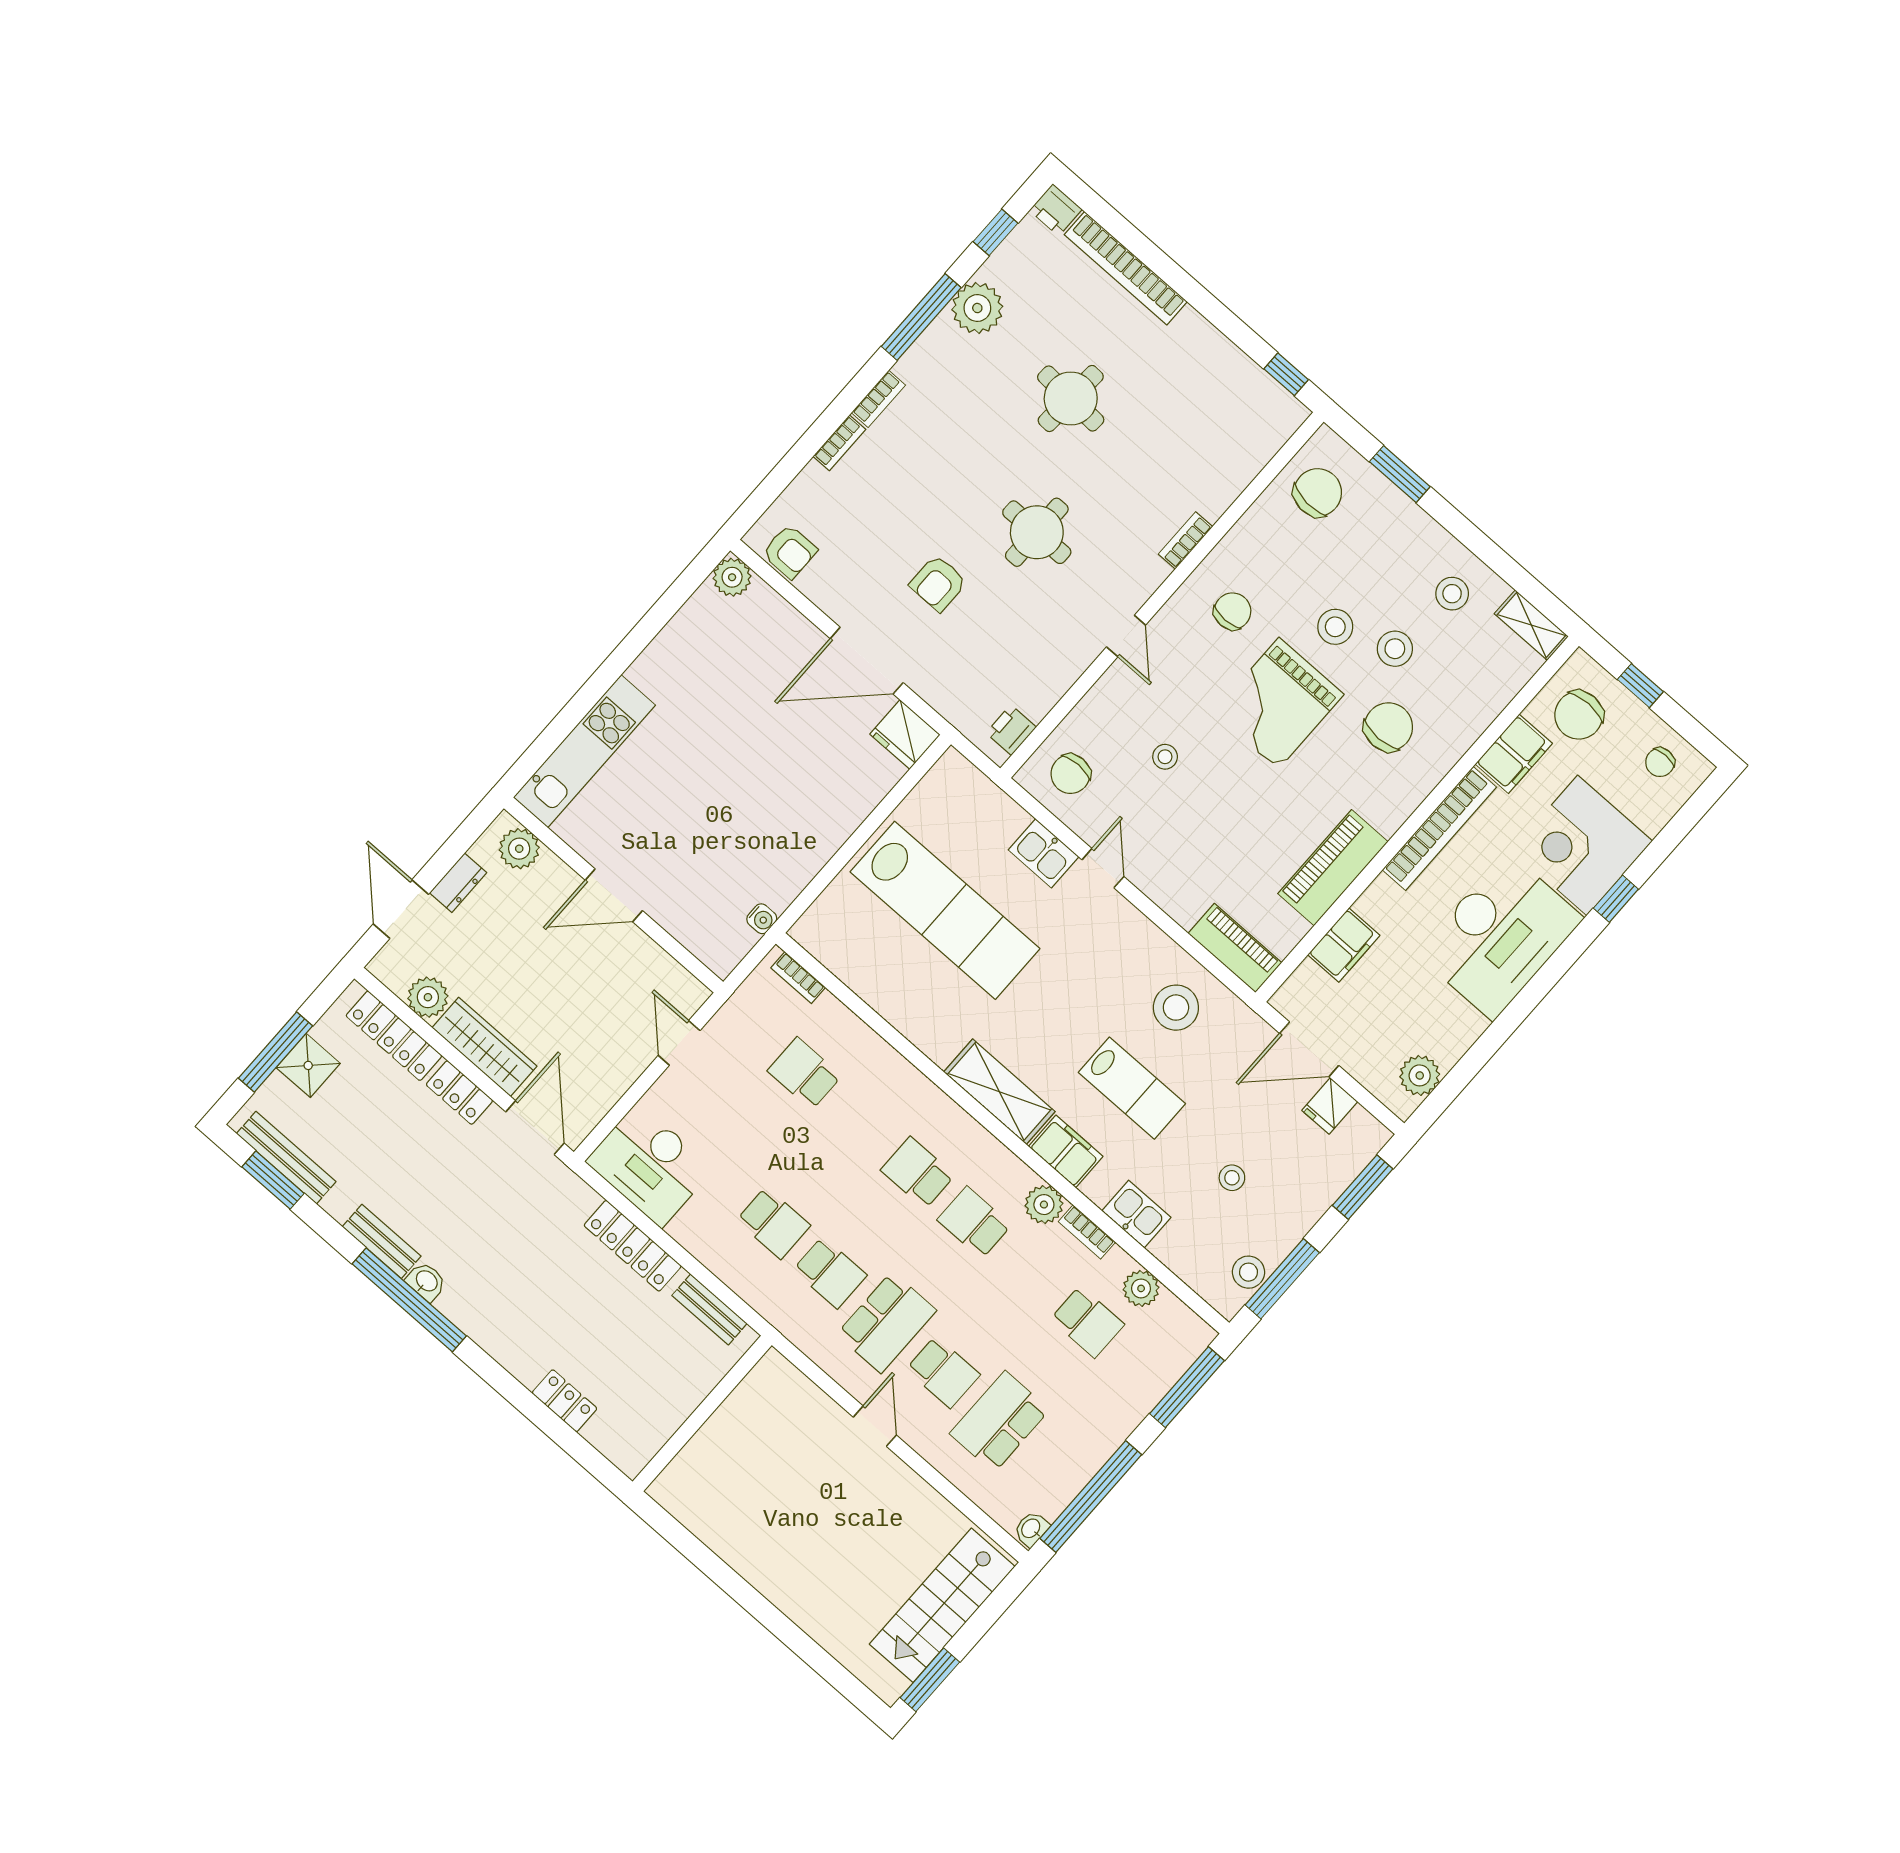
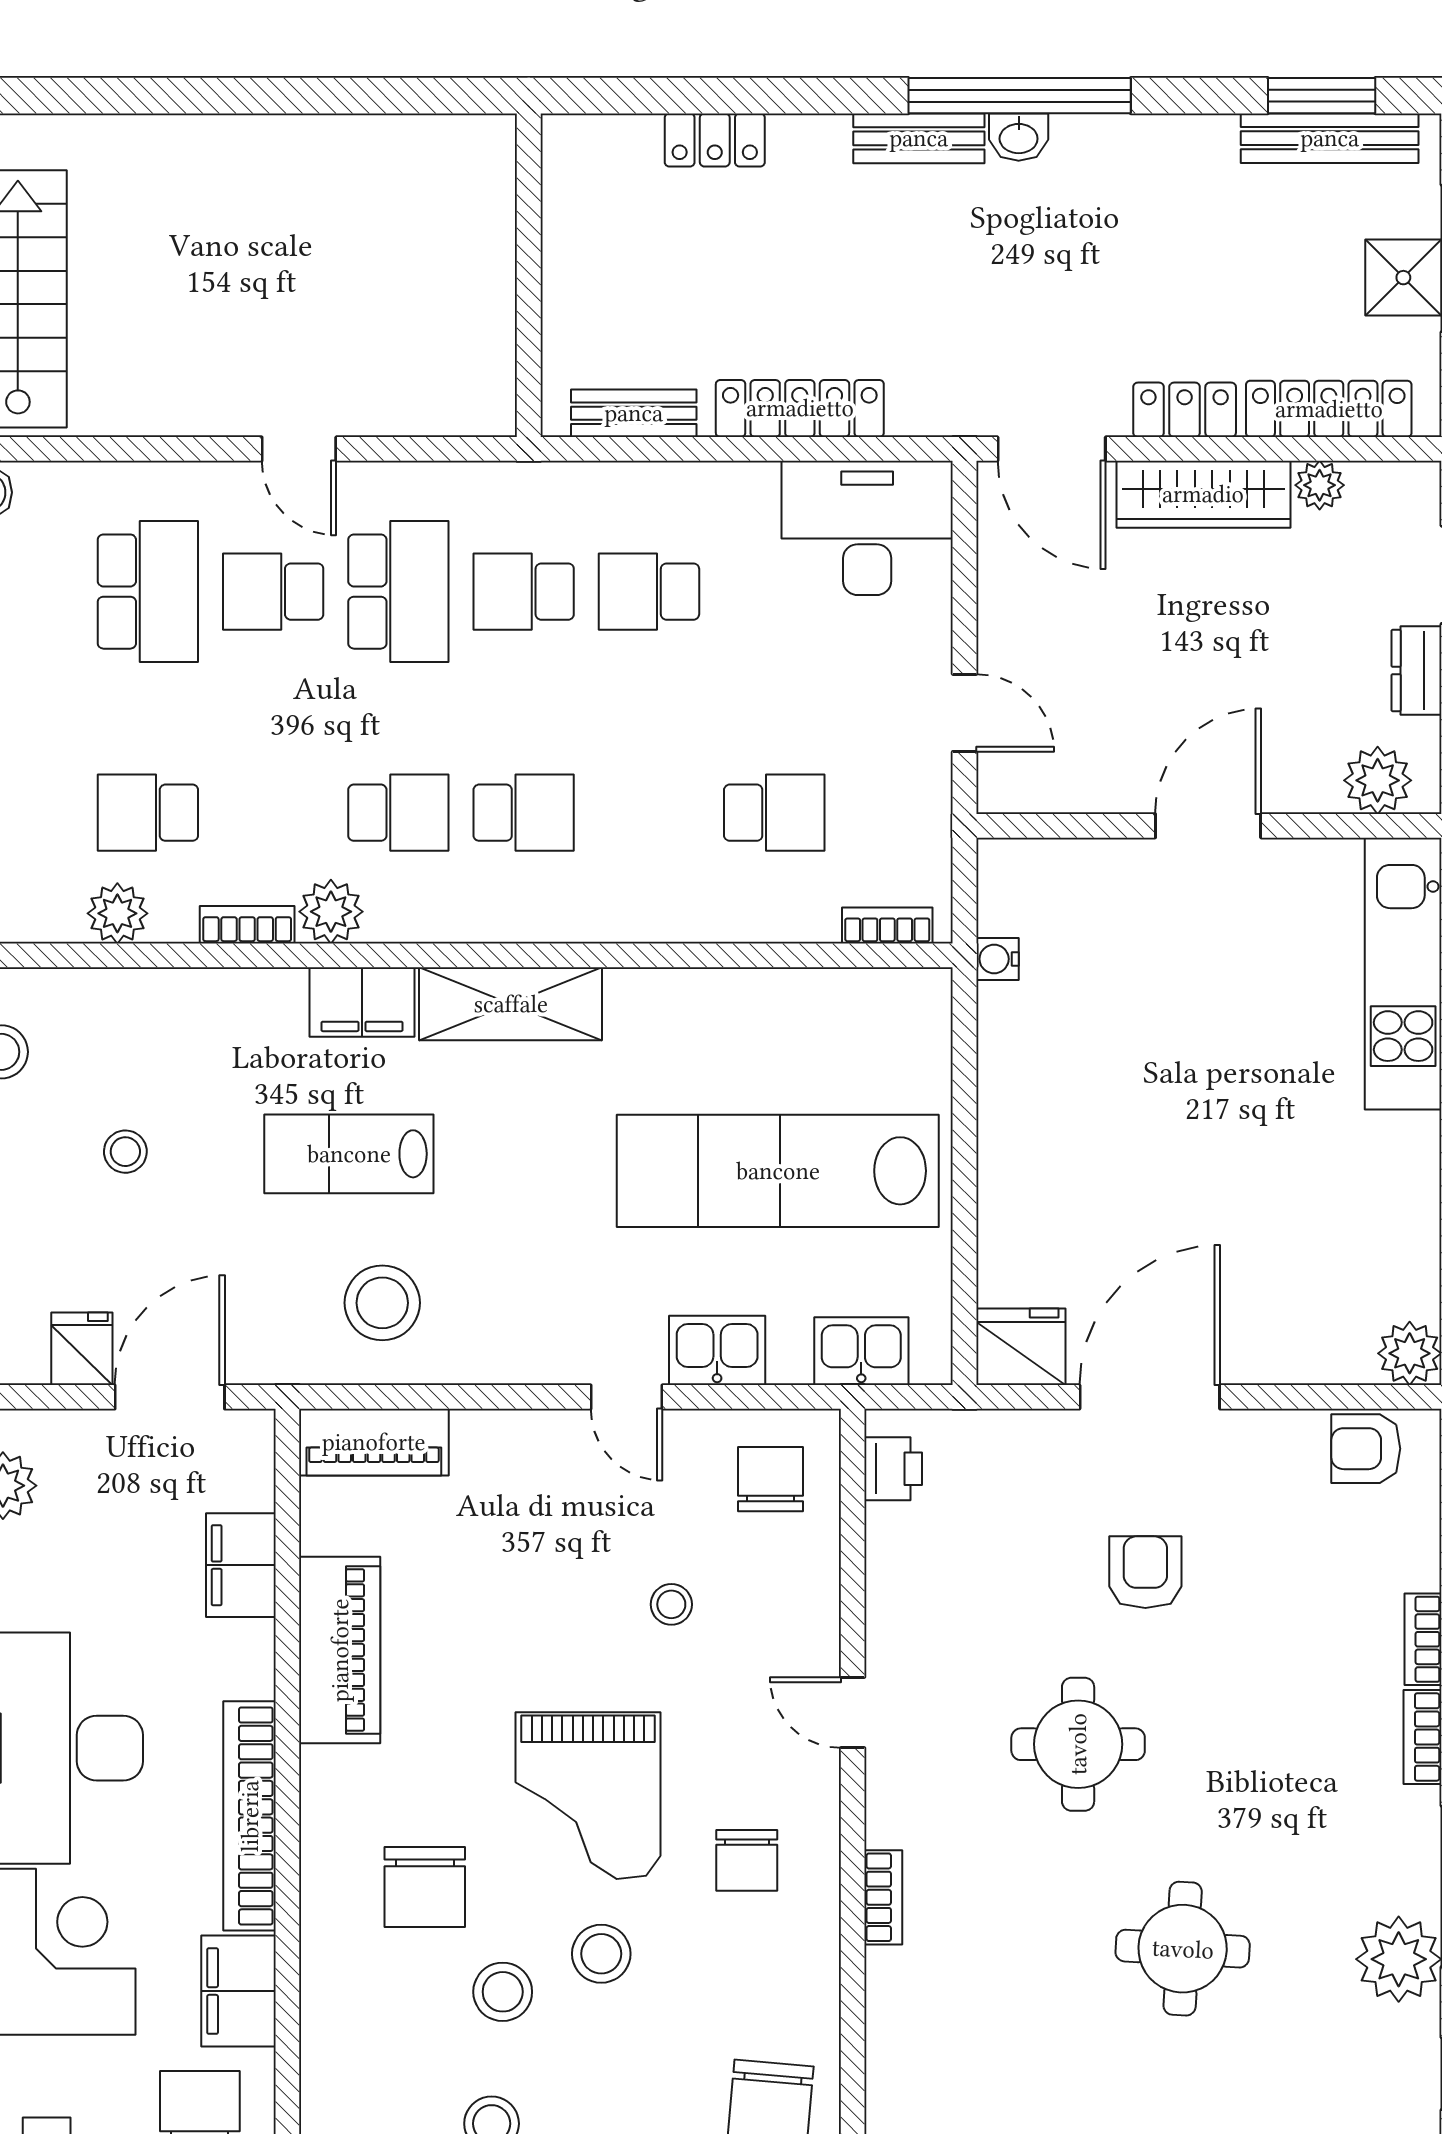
grand piano: (1278, 703) -> (588, 1796), turned 180
plant: (428, 997) -> (1320, 485), width x0.73, depth x0.73
kitchen sink: (1136, 1214) -> (861, 1351), moved, turned 180
bench: (382, 1241) -> (919, 138), moved
school desk: (886, 1322) -> (398, 592), turned 180

